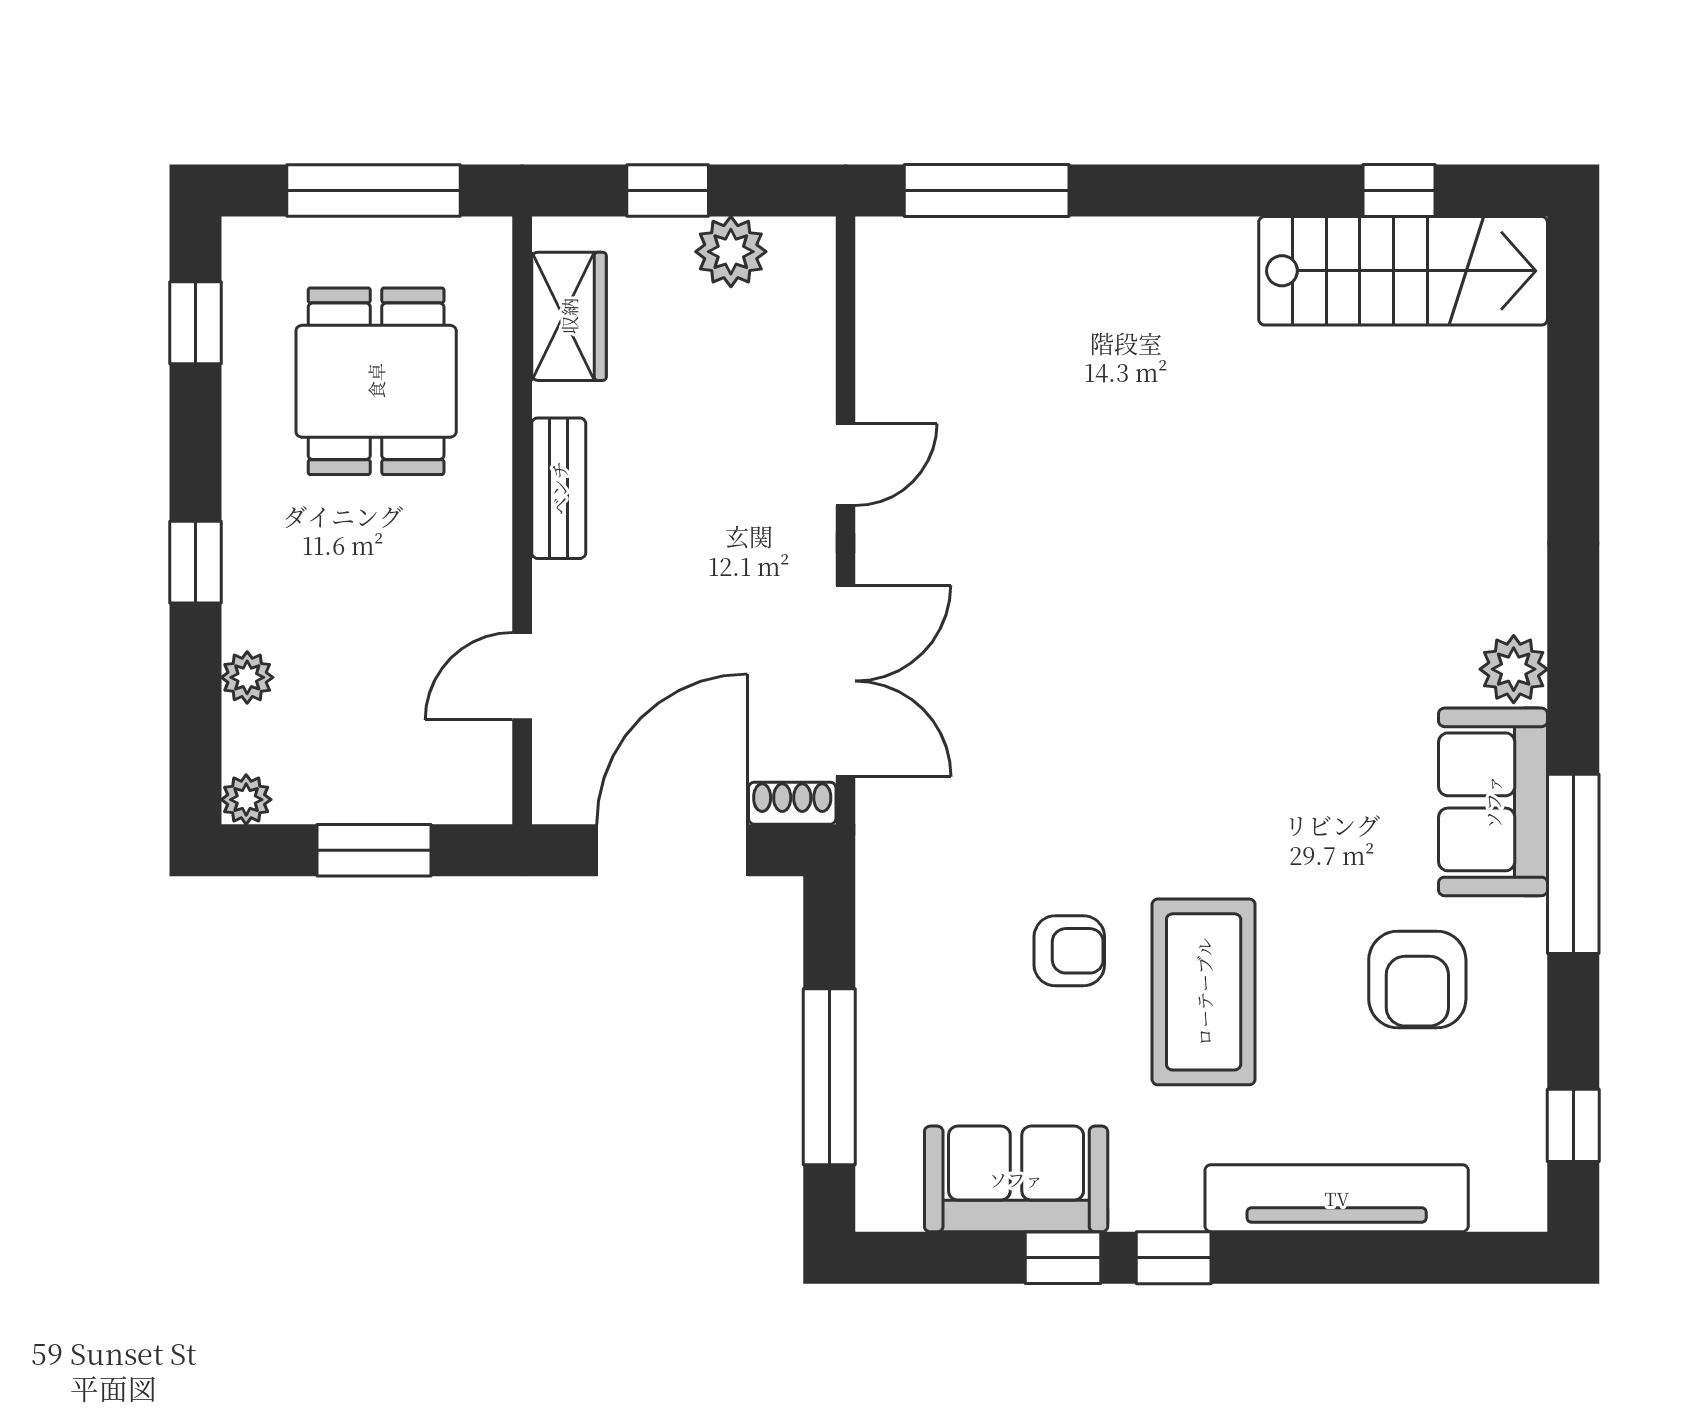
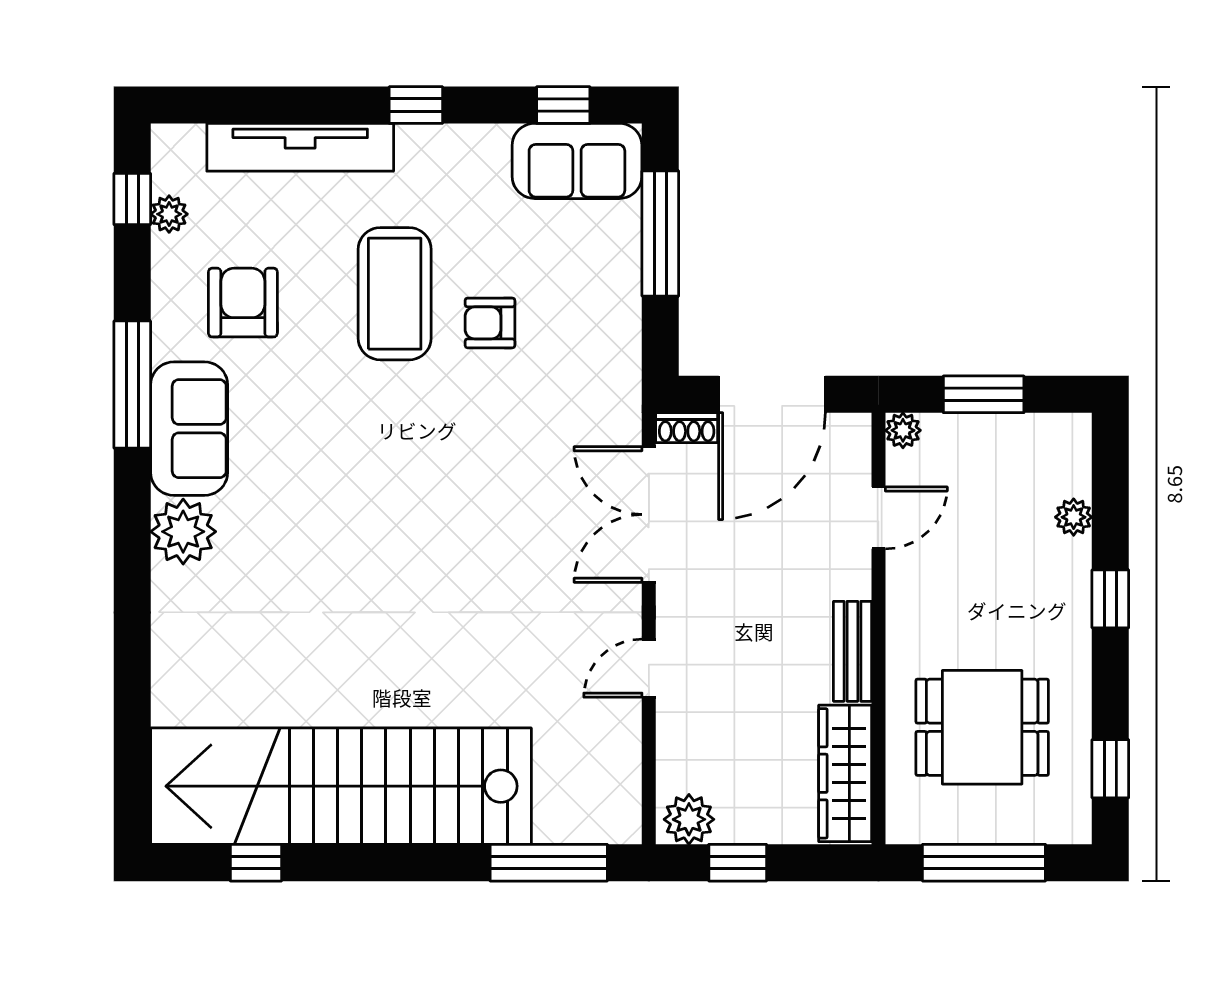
window: (668, 190) -> (738, 863), moved
plant: (731, 252) -> (689, 819), moved
stairs: (1403, 271) -> (341, 786), width x1.86, depth x1.51
wardrobe: (569, 316) -> (845, 773), width x1.50
dining table: (376, 381) -> (982, 727), turned 90
plant: (1514, 669) -> (183, 532), width x1.36, depth x1.36
plant: (246, 800) -> (903, 430), moved
plant: (1521, 1104) -> (169, 214), added
sofa: (1016, 1179) -> (577, 161), moved
window: (1063, 1258) -> (563, 105), moved

